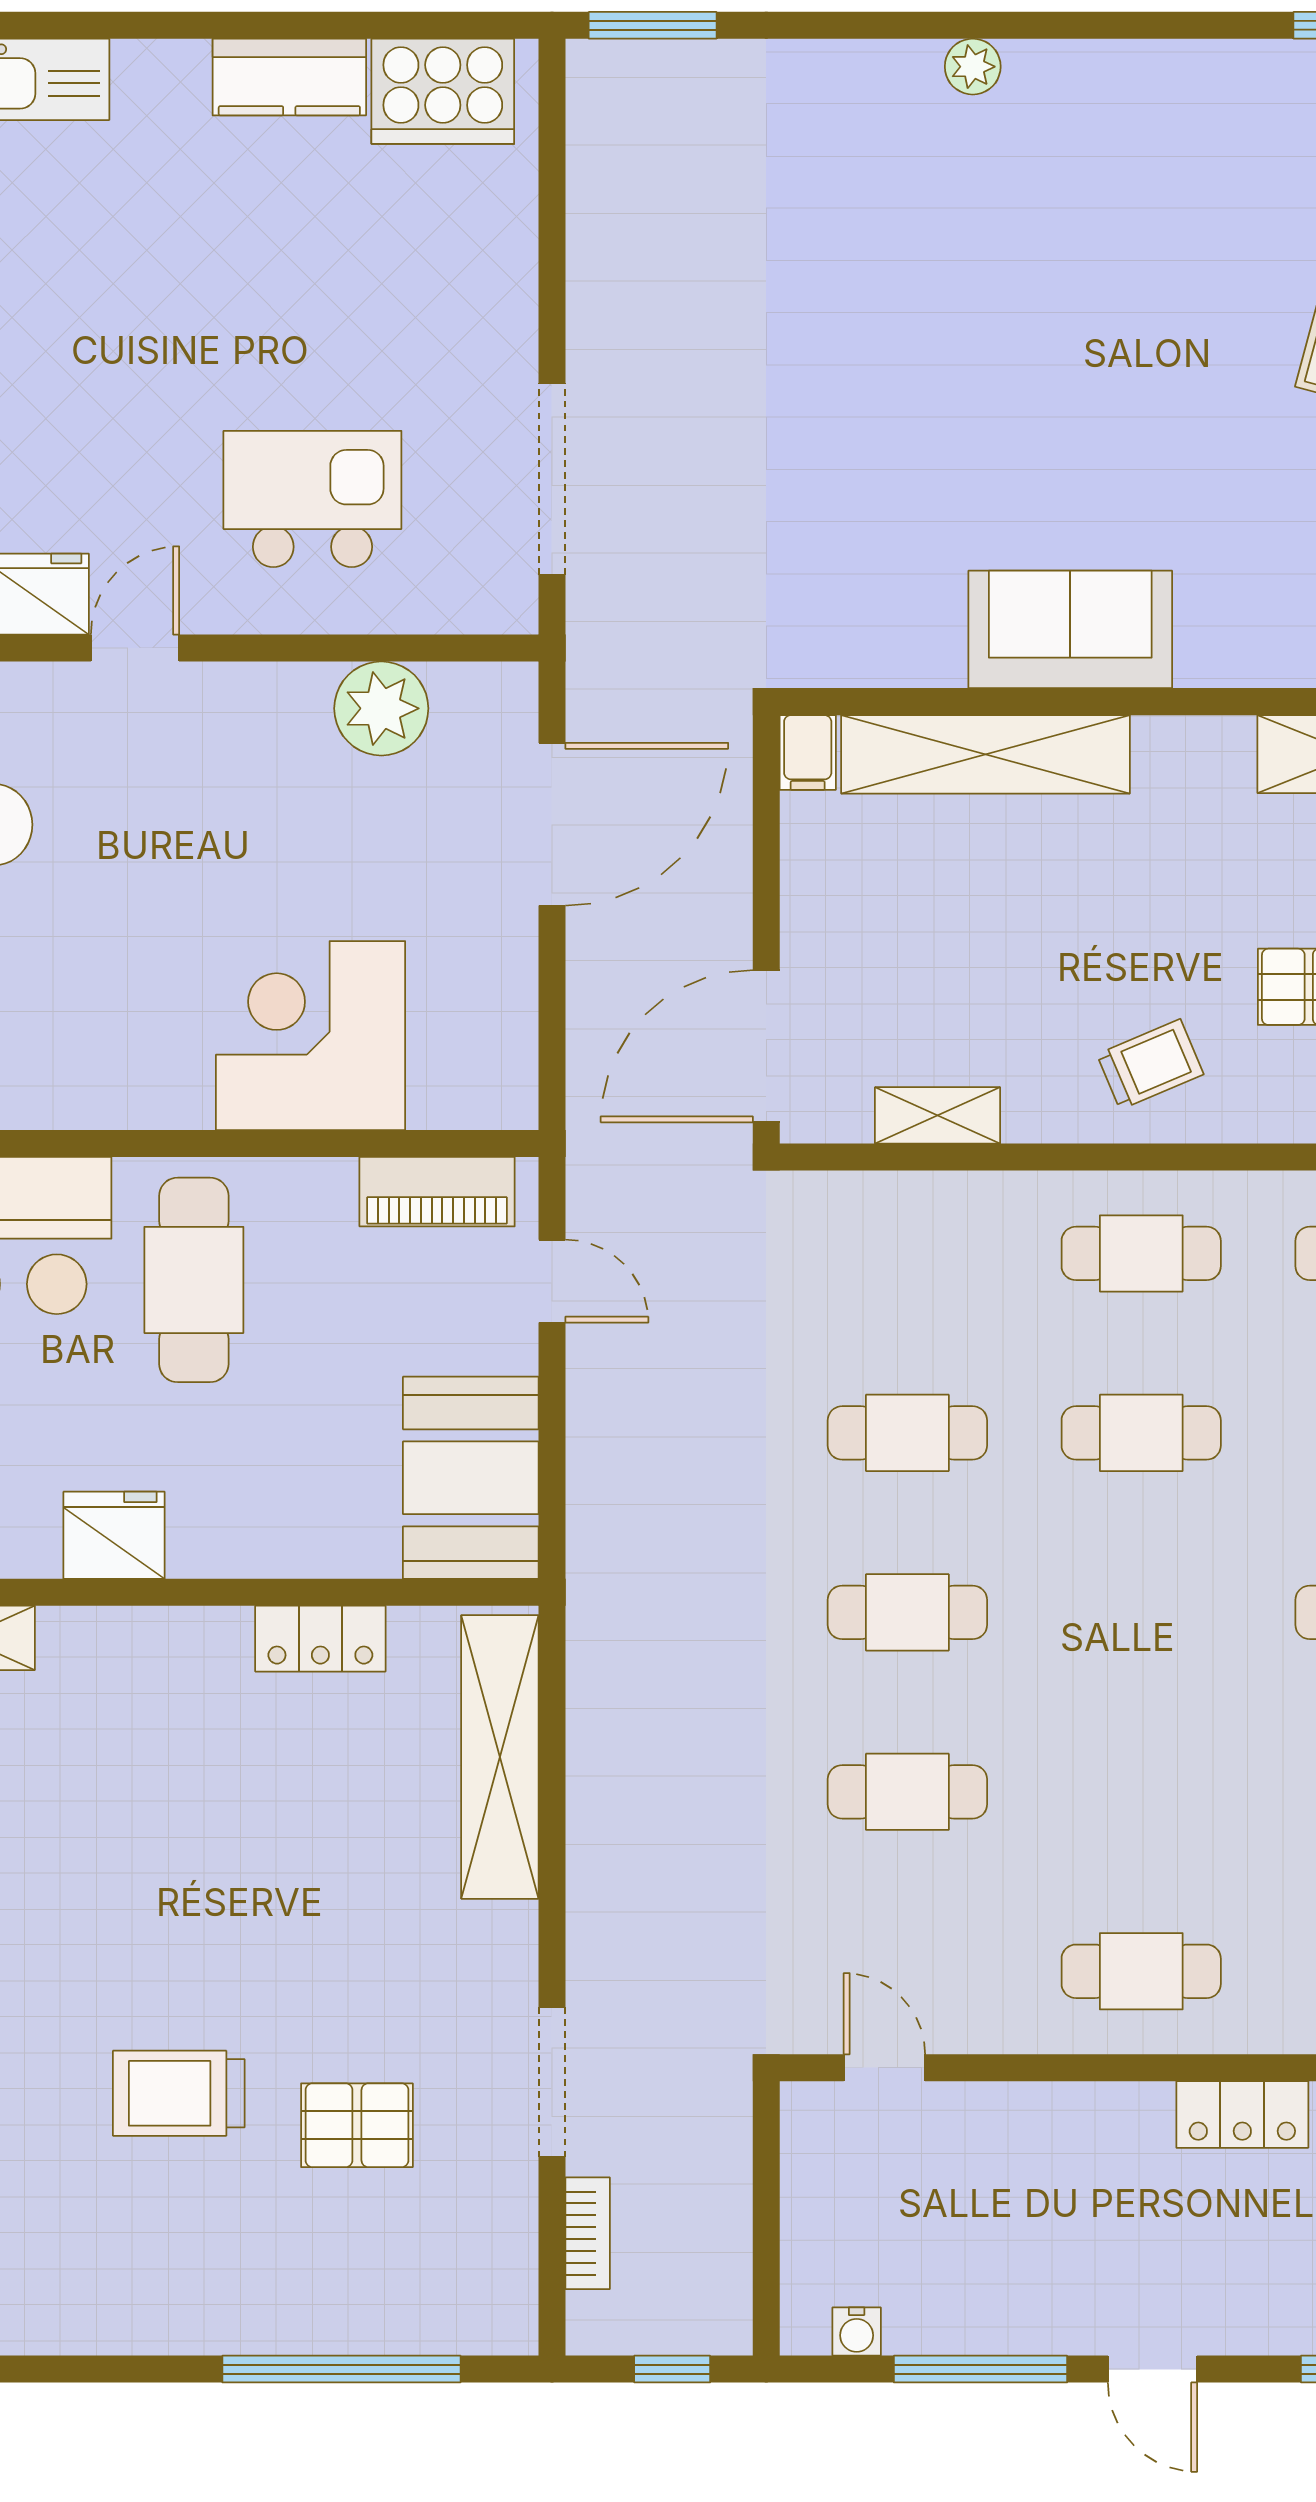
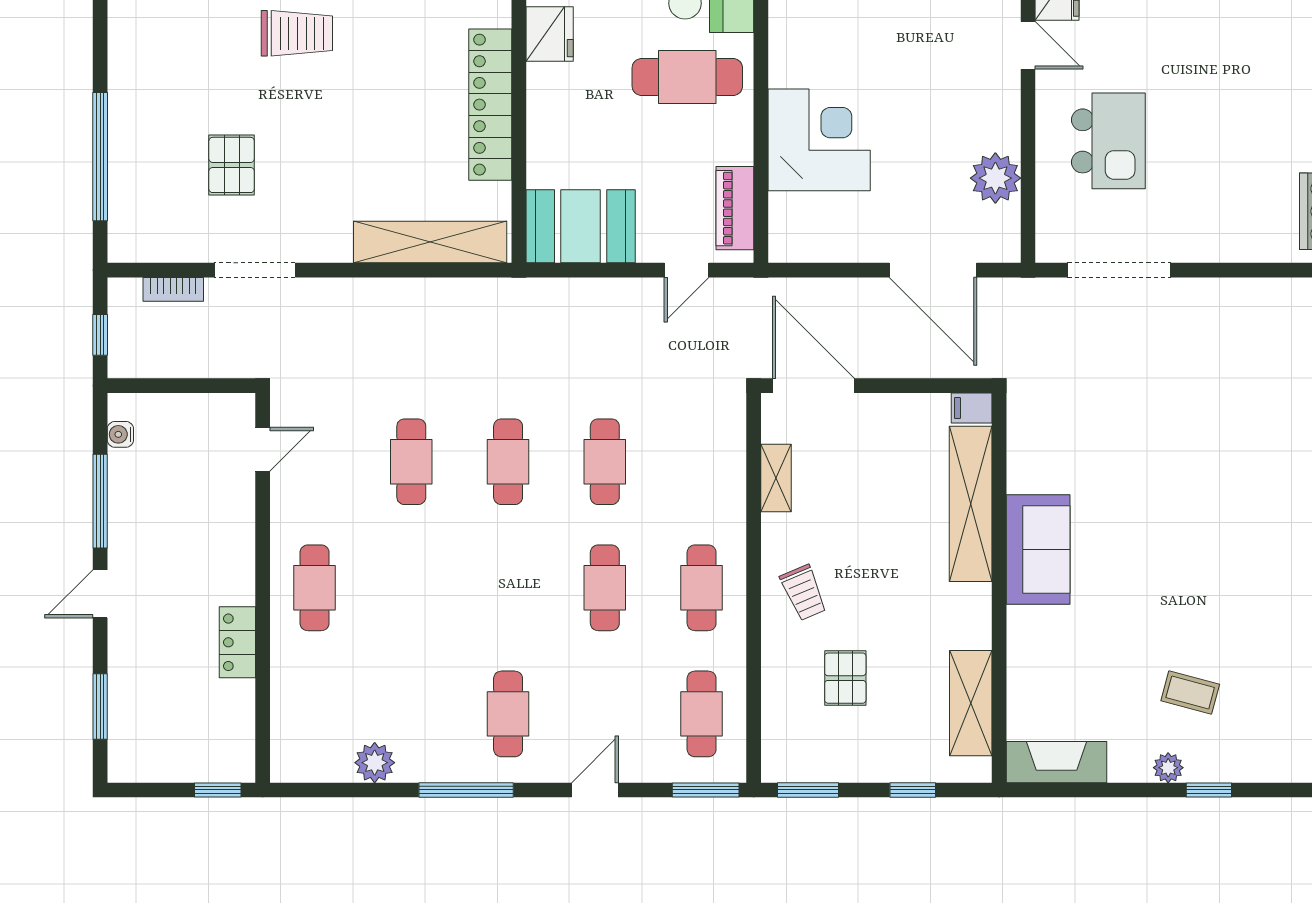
locker: (320, 1639) -> (490, 105), width x2.16, depth x1.21
trolley: (179, 2093) -> (297, 33), moved, turned 90

